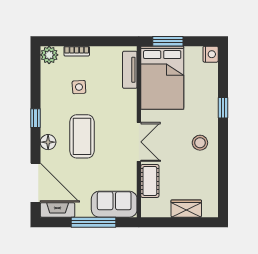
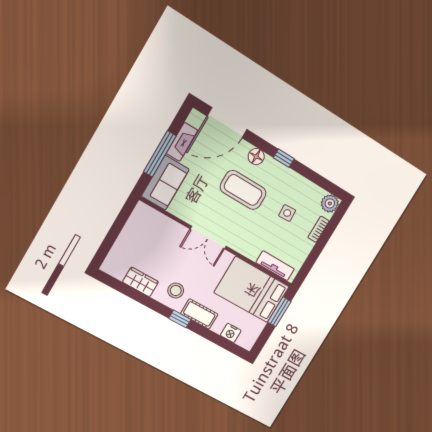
nightstand: (211, 54) -> (231, 333), moved
window: (223, 108) -> (180, 319), moved
cot: (150, 181) -> (199, 314), moved
wardrobe: (186, 209) -> (140, 282), moved, turned -90
fireplace: (58, 210) -> (182, 142), moved

